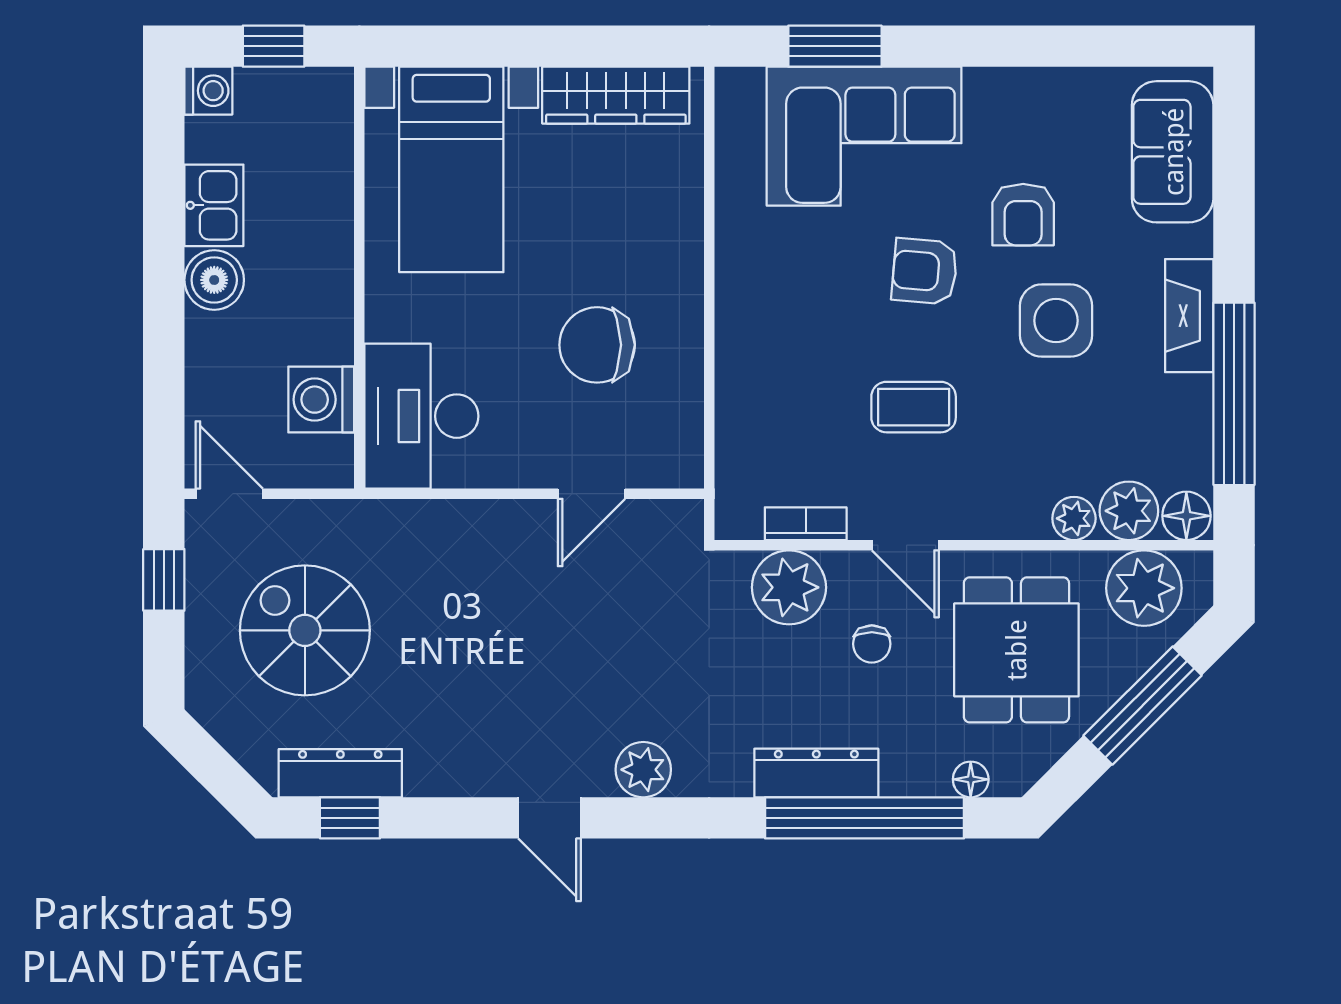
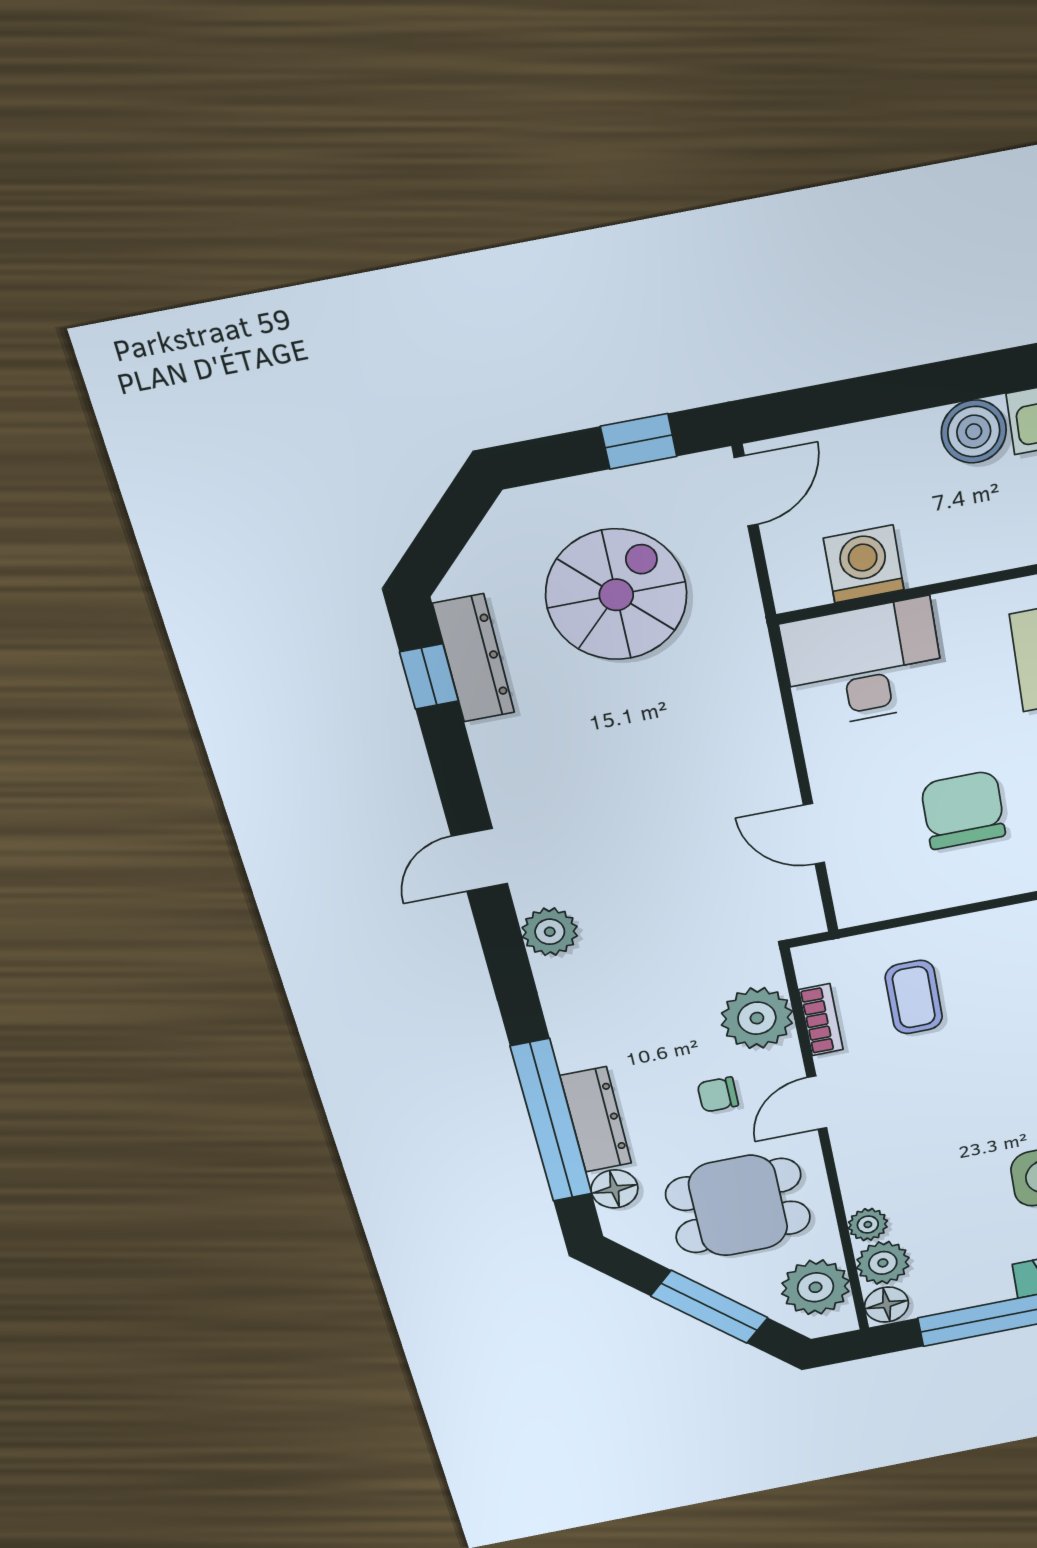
coffee table: (914, 407) -> (914, 997), moved
dresser: (816, 773) -> (596, 1120), moved
floor lamp: (971, 779) -> (615, 1189), width x1.37, depth x1.37

